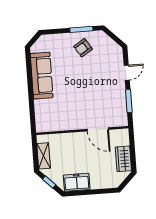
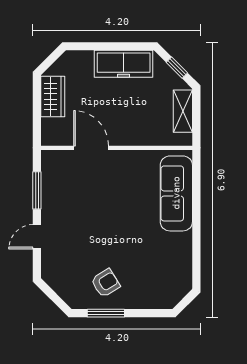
sofa: (42, 76) -> (176, 193), moved
freezer: (77, 182) -> (124, 64), width x1.40

